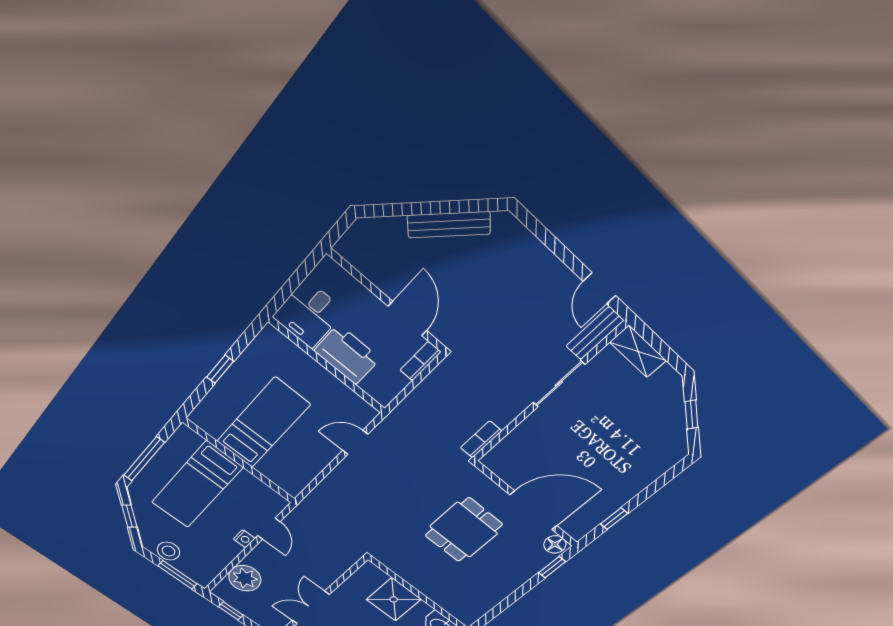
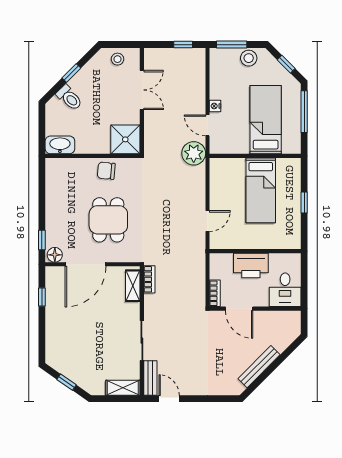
desk: (309, 314) -> (285, 290), moved, turned 180
shelving: (506, 449) -> (133, 286), added
chair: (419, 572) -> (106, 171), added
plant: (245, 578) -> (194, 153), moved
shower: (394, 599) -> (125, 139), moved

